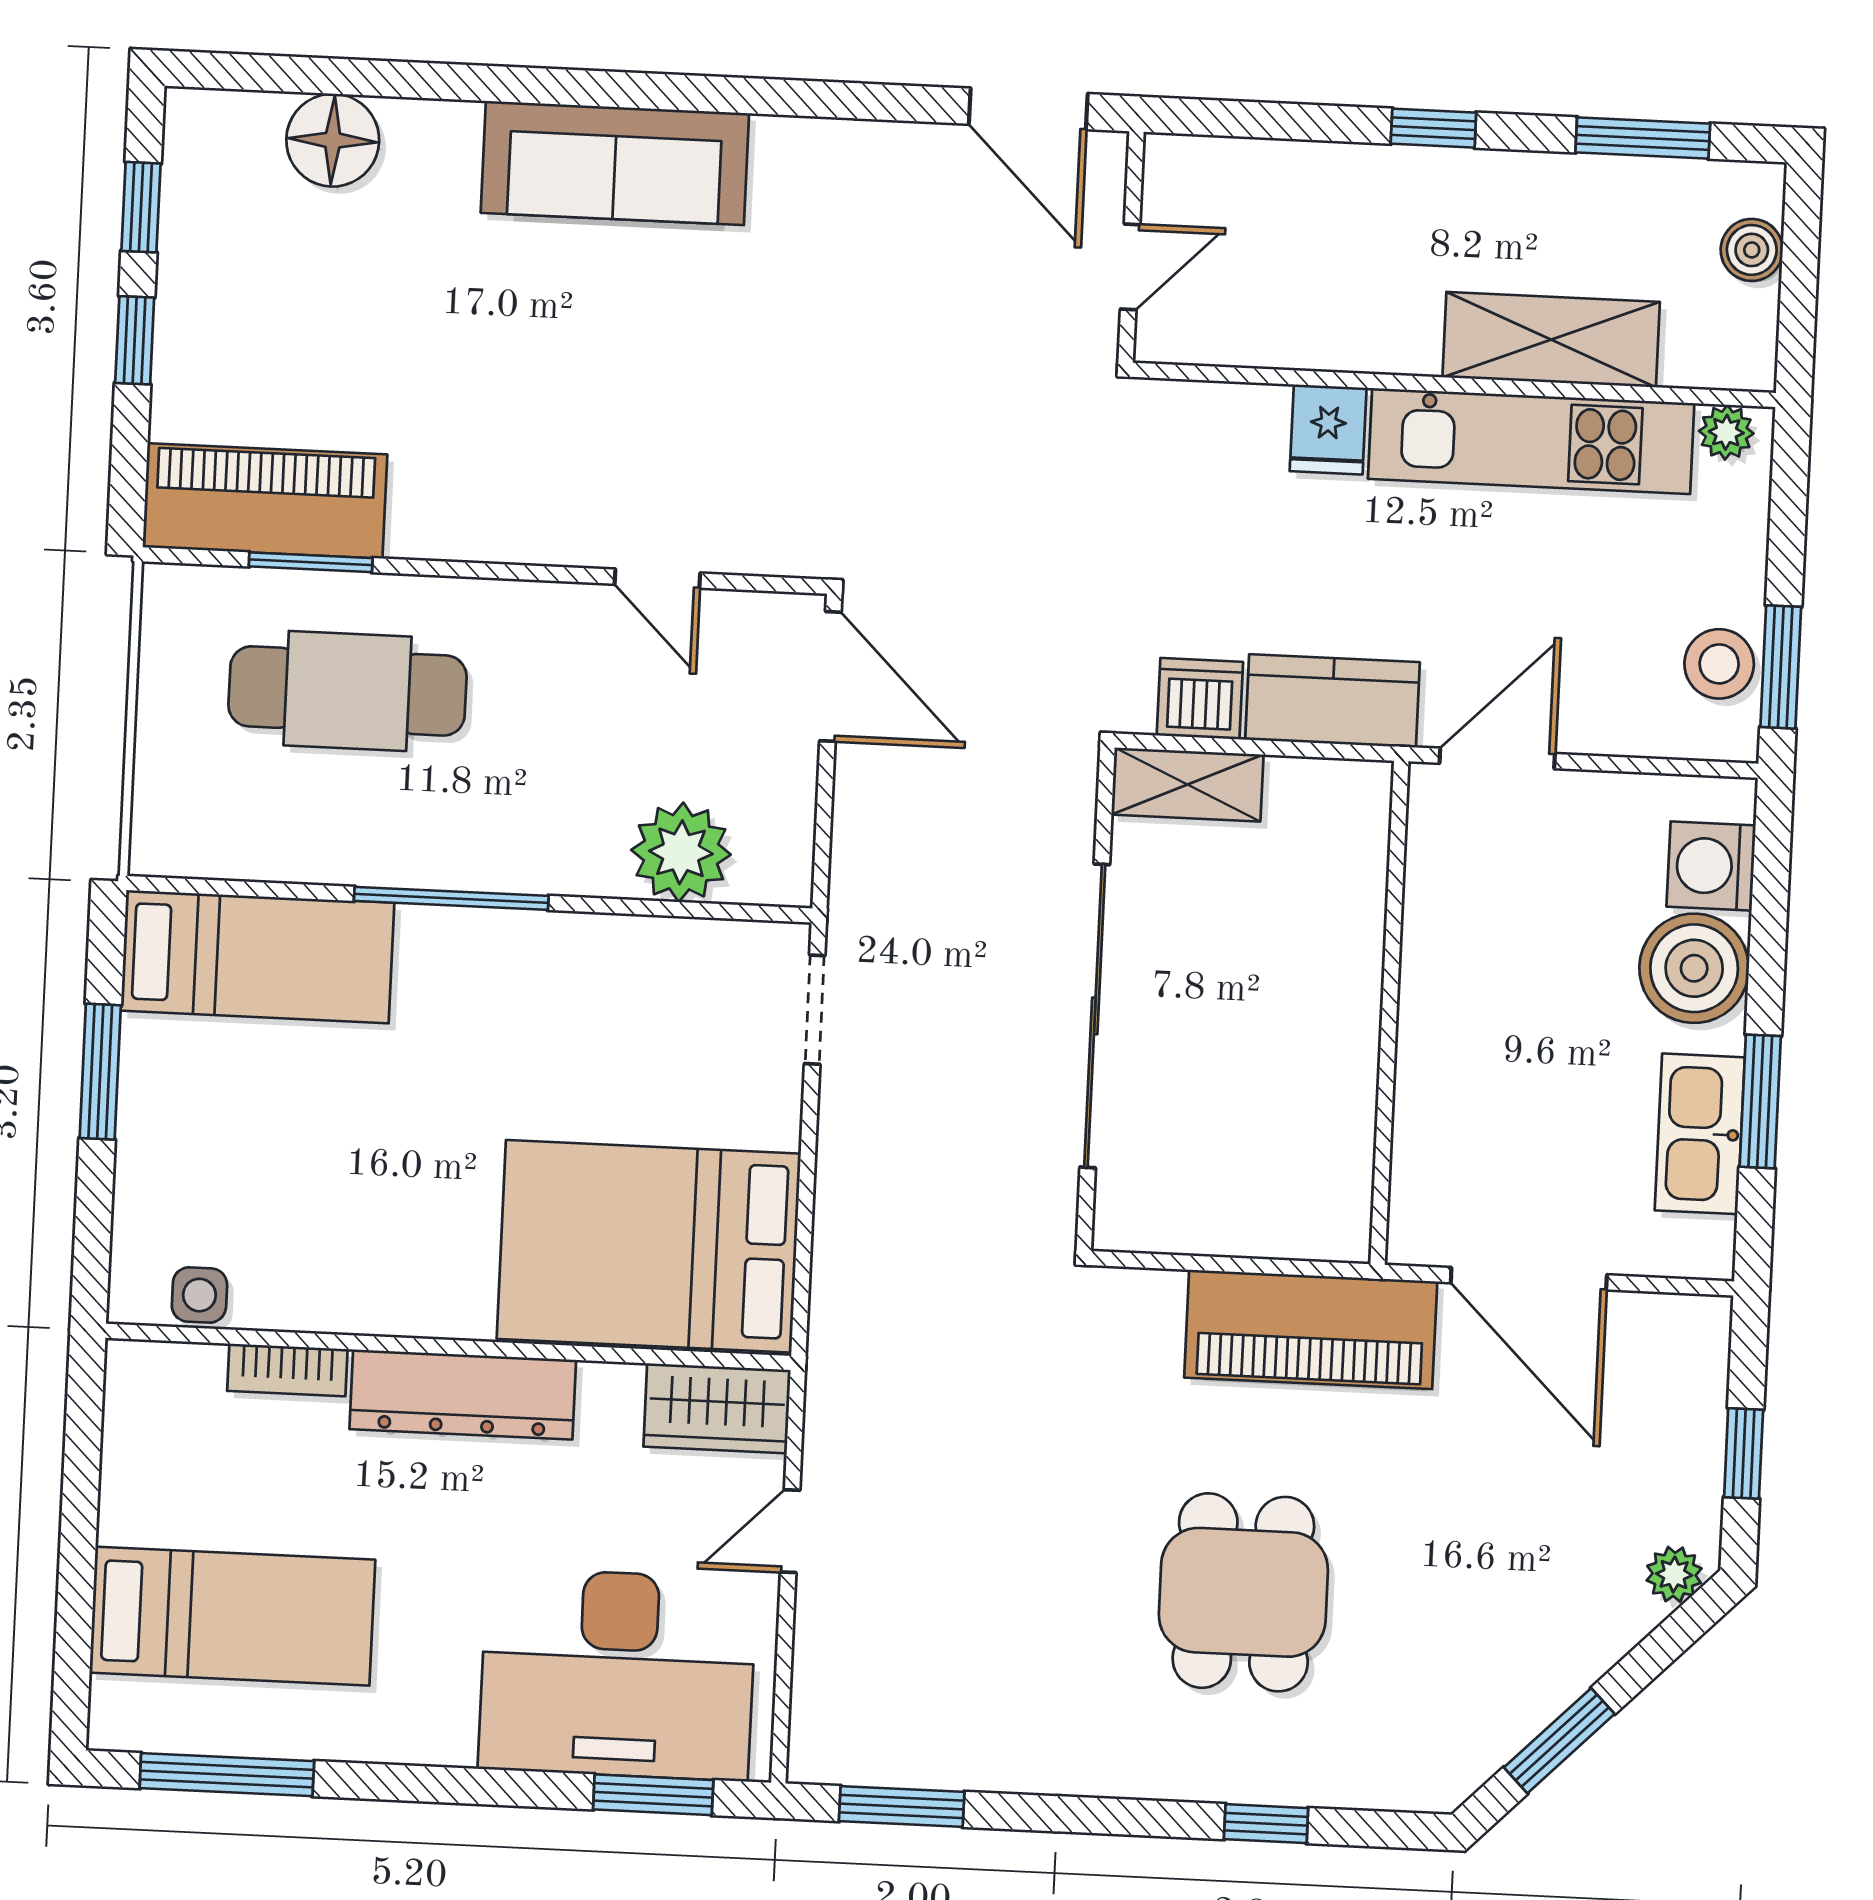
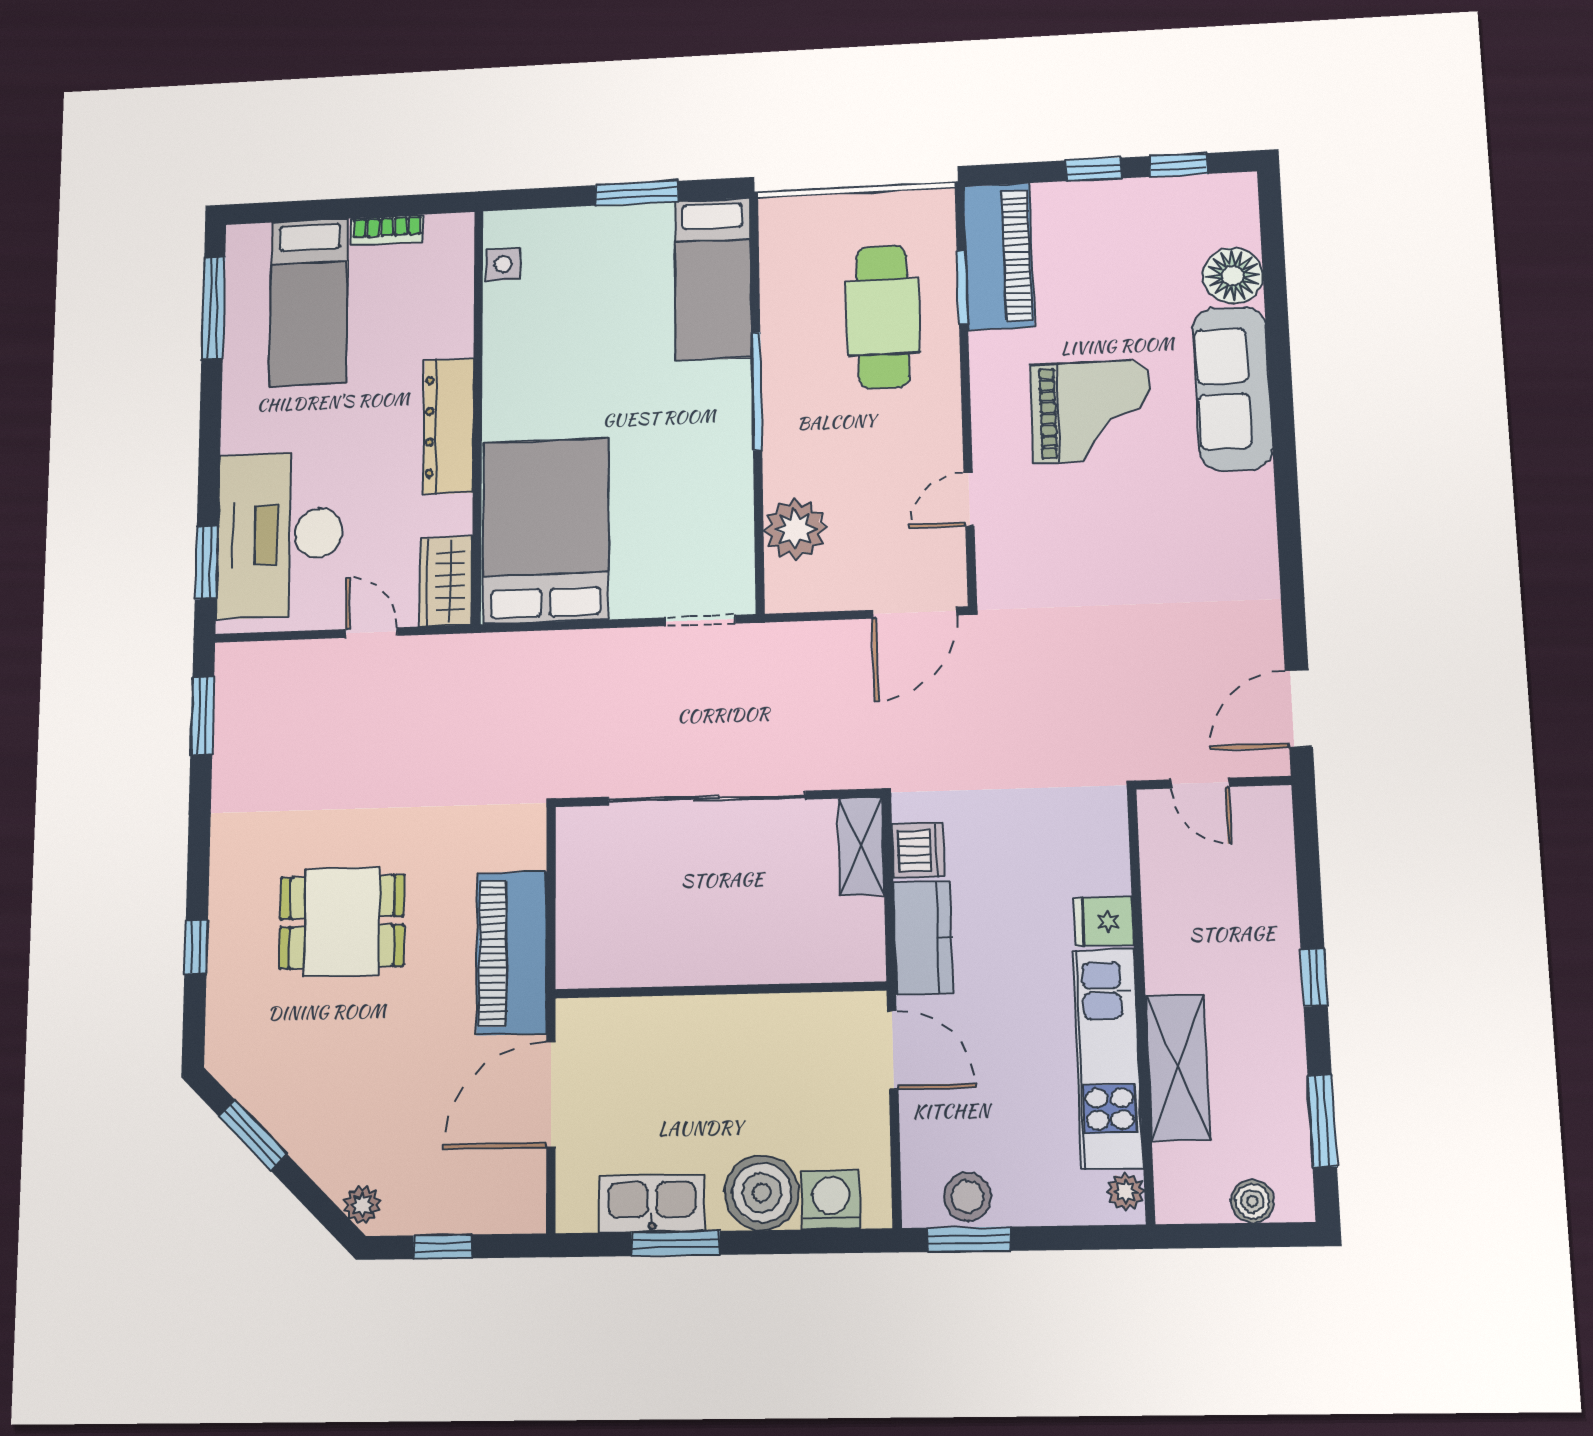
sofa: (615, 163) -> (1233, 388), moved
grand piano: (533, 379) -> (1091, 411), added
bookcase: (287, 1370) -> (387, 230), moved, turned -90

